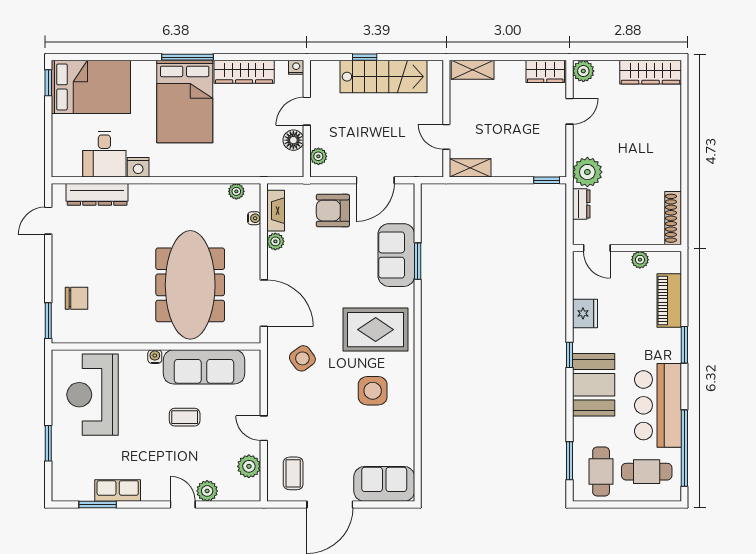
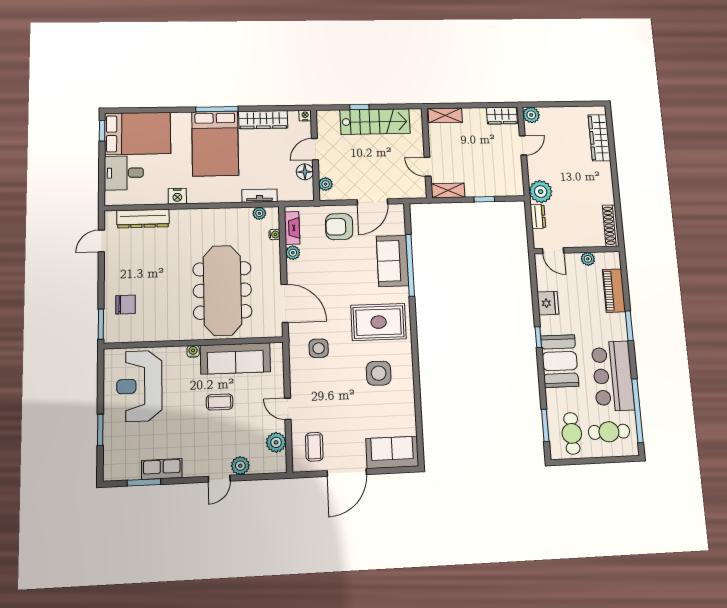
wardrobe: (651, 72) -> (599, 138), moved, turned 90
desk: (104, 154) -> (124, 173), moved, turned 90
tv unit: (237, 169) -> (259, 196), added
window: (547, 180) -> (484, 199), moved
window: (418, 261) -> (410, 265), width x2.11
side table: (302, 358) -> (319, 348), turned 37
door: (183, 505) -> (219, 479), swing flipped

